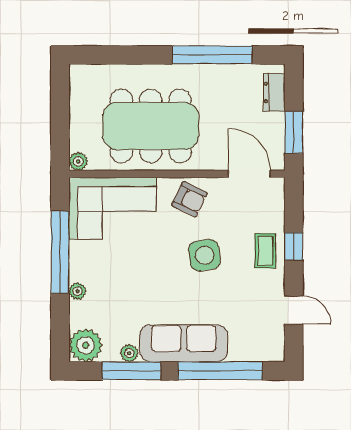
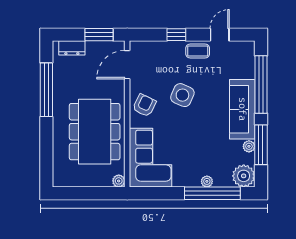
coffee table: (265, 251) -> (198, 51), moved
window: (60, 252) -> (212, 193), moved
side table: (205, 255) -> (182, 95), turned 32

